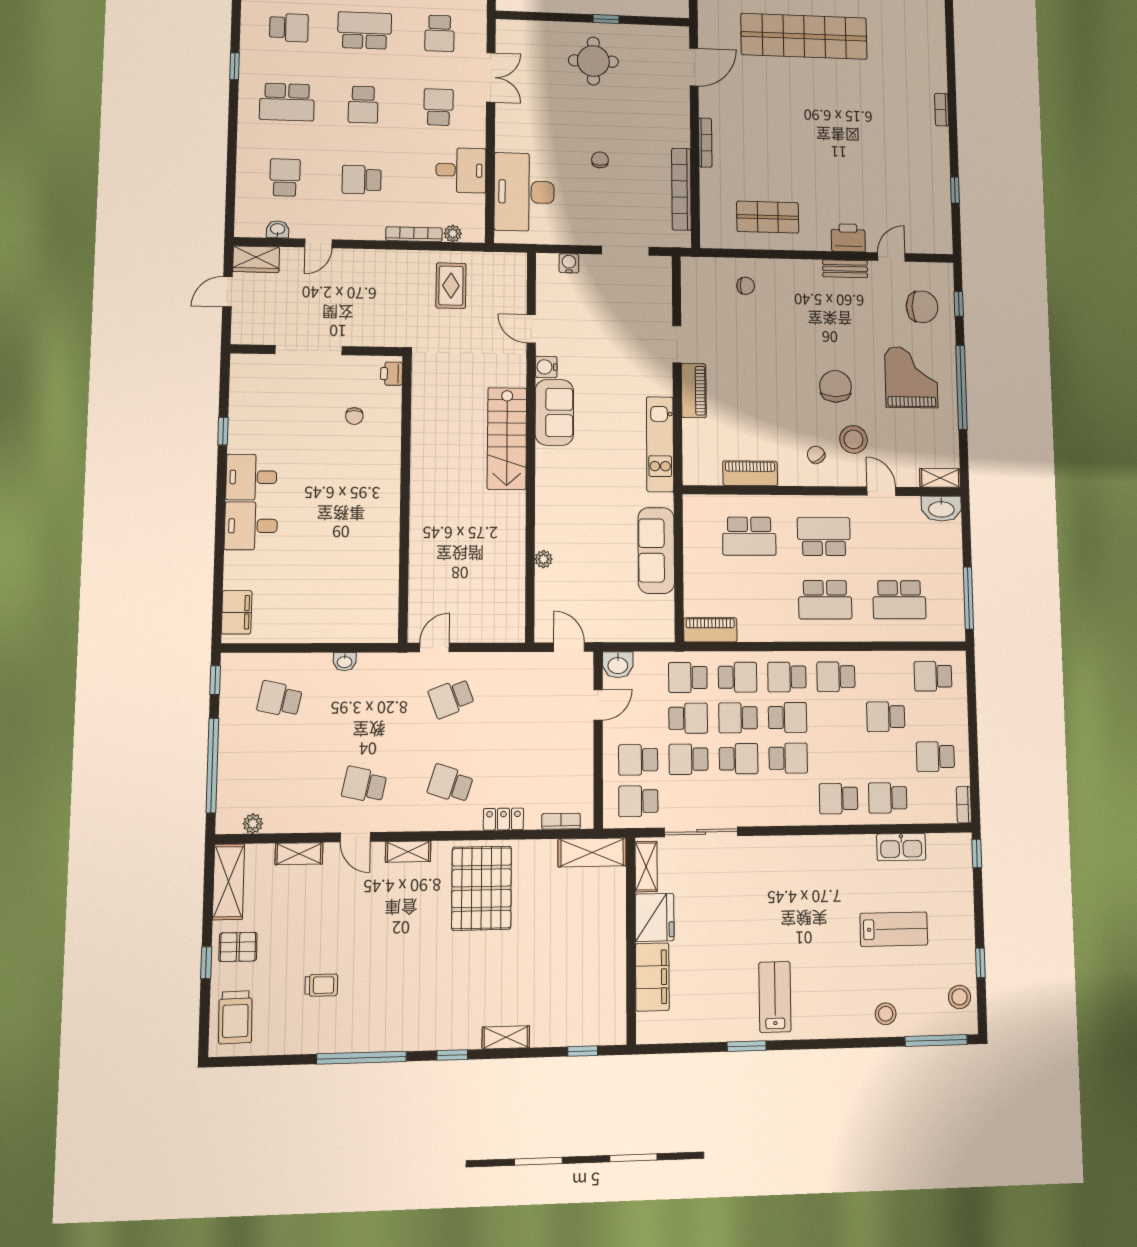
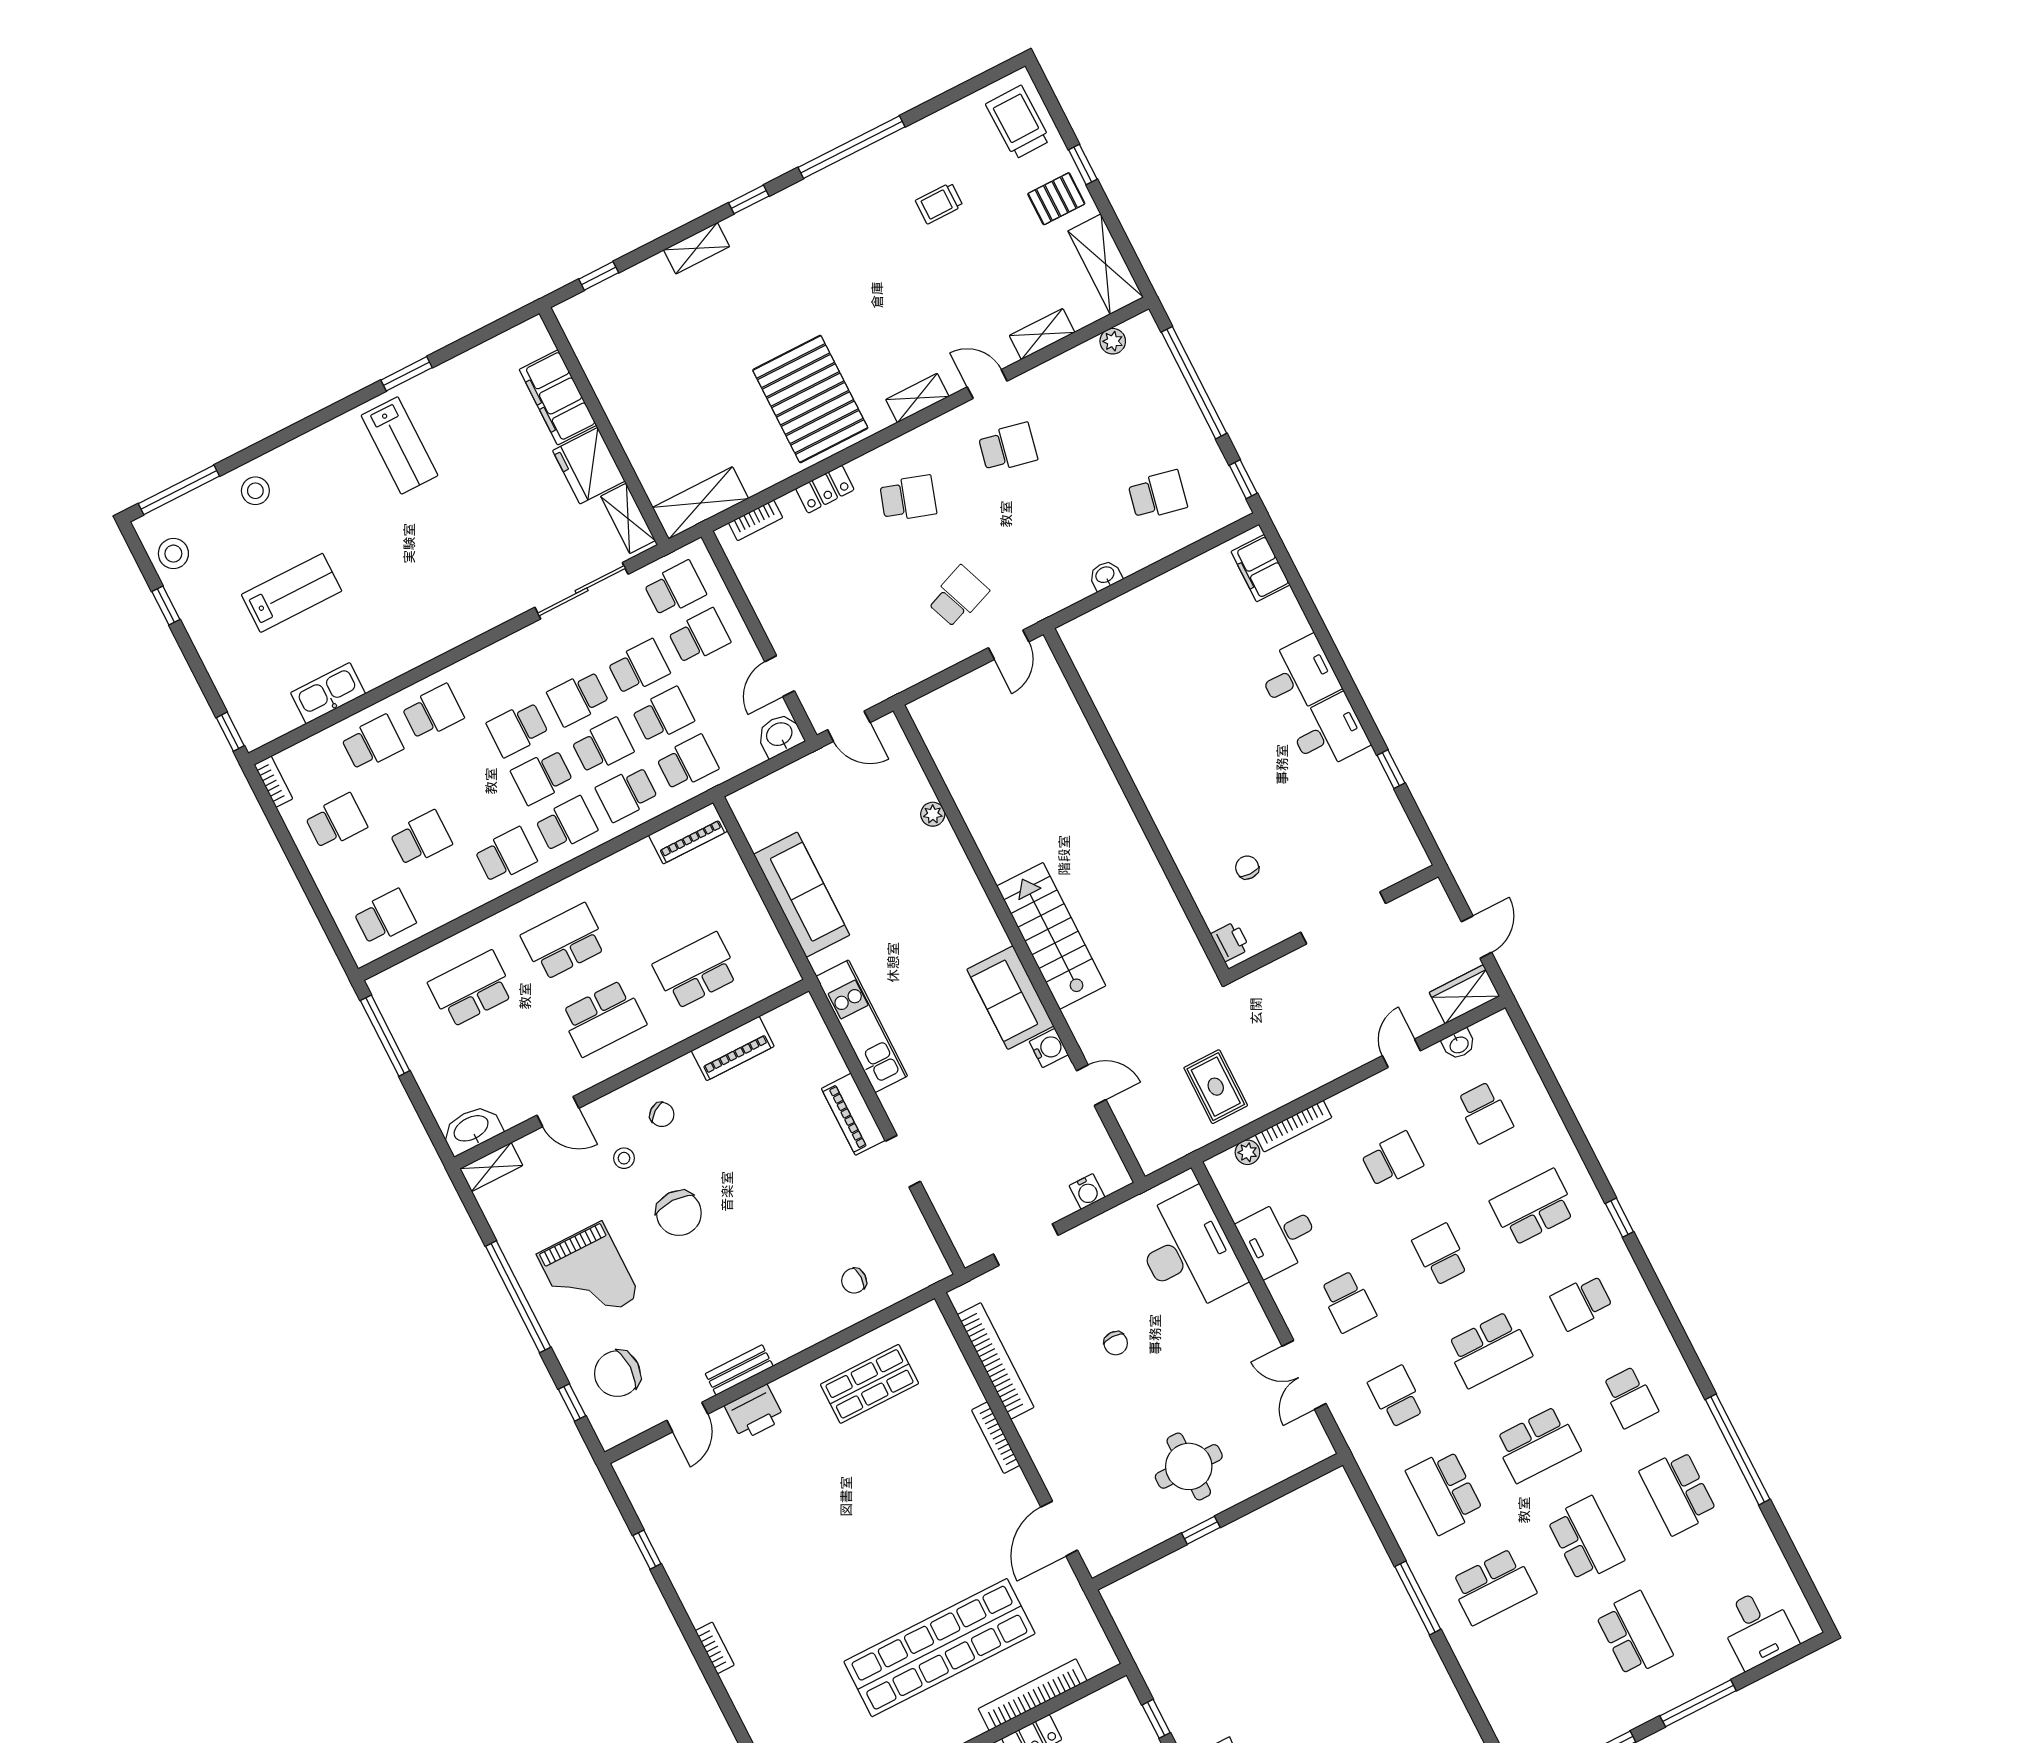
stool: (853, 439) -> (624, 1158), width x0.53, depth x0.53
school desk: (688, 718) -> (663, 715), turned 180
lab bench: (894, 929) -> (292, 593), turned 180

